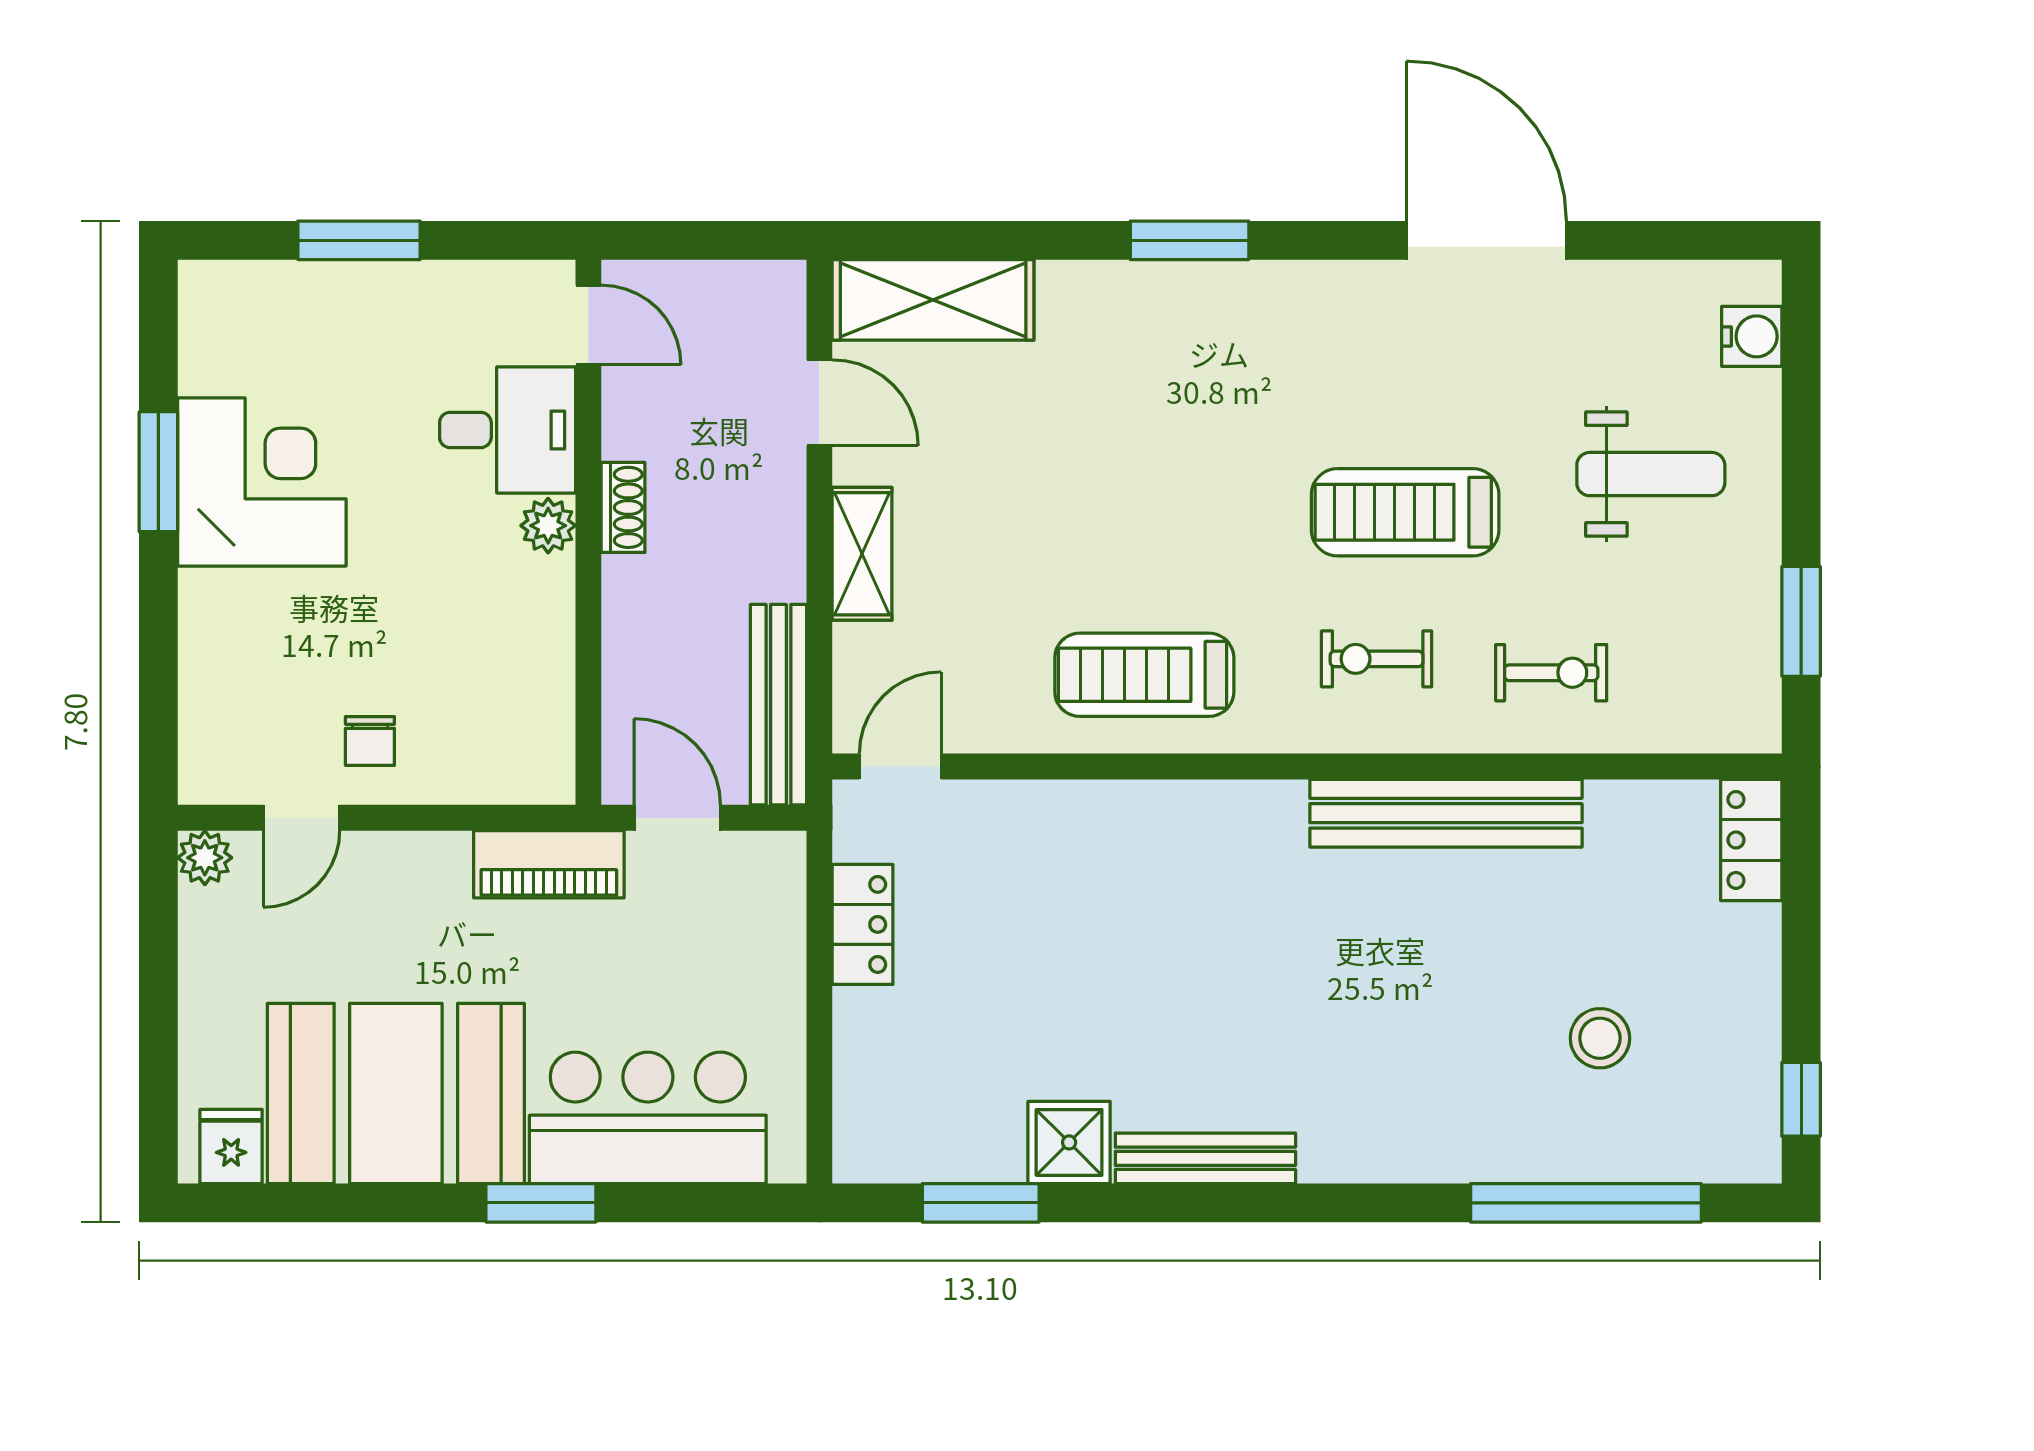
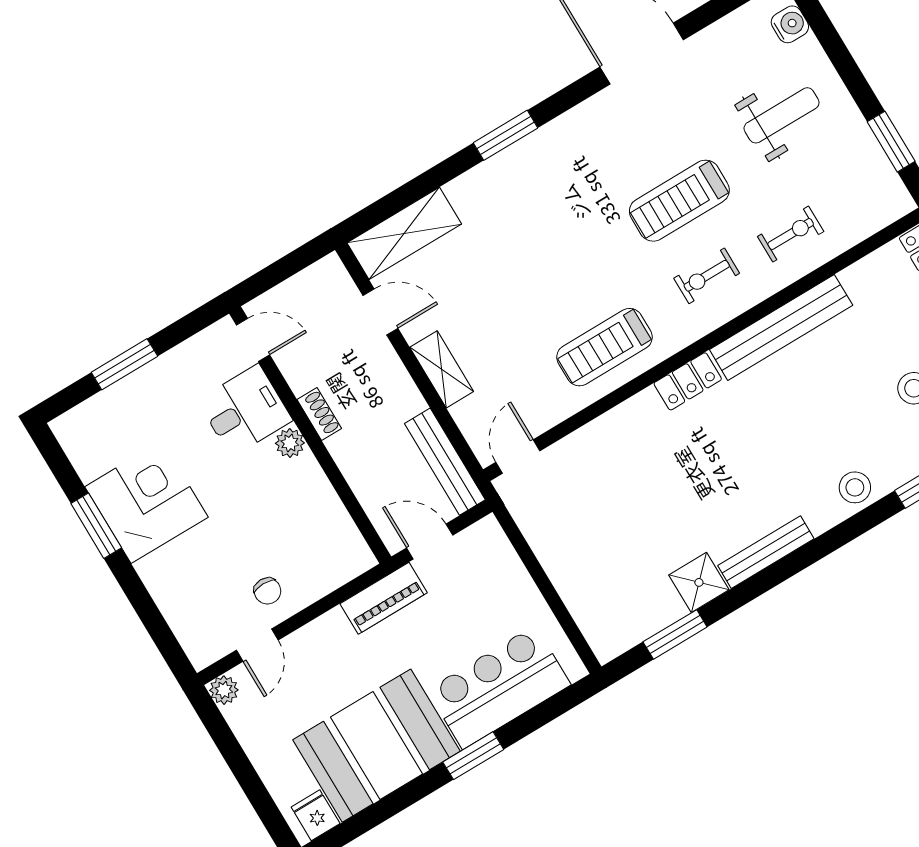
locker: (863, 924) -> (688, 381), moved, turned 90
stool: (1410, 1140) -> (855, 487), added

